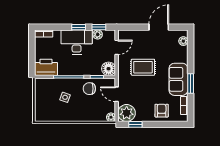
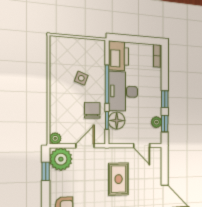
desk: (77, 42) -> (123, 91), moved, turned 180
floor lamp: (109, 69) -> (117, 121), moved

